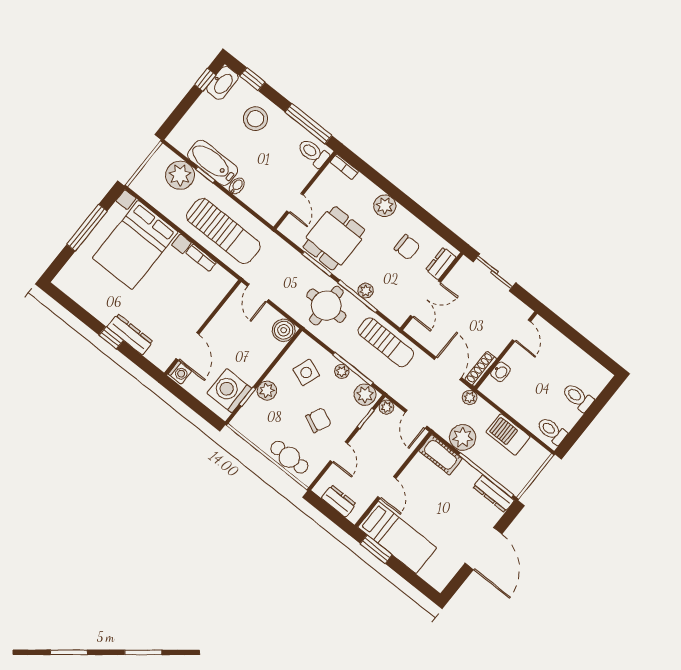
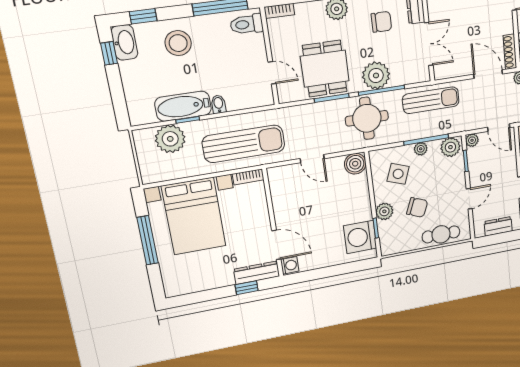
plant: (366, 291) -> (376, 75), width x1.87, depth x1.87
wall: (203, 327) -> (273, 223), moved
door: (188, 346) -> (276, 245), moved
washing machine: (180, 373) -> (290, 265), moved
chair: (318, 420) -> (417, 207), moved, turned 87
door: (339, 452) -> (469, 199), hinge flipped

